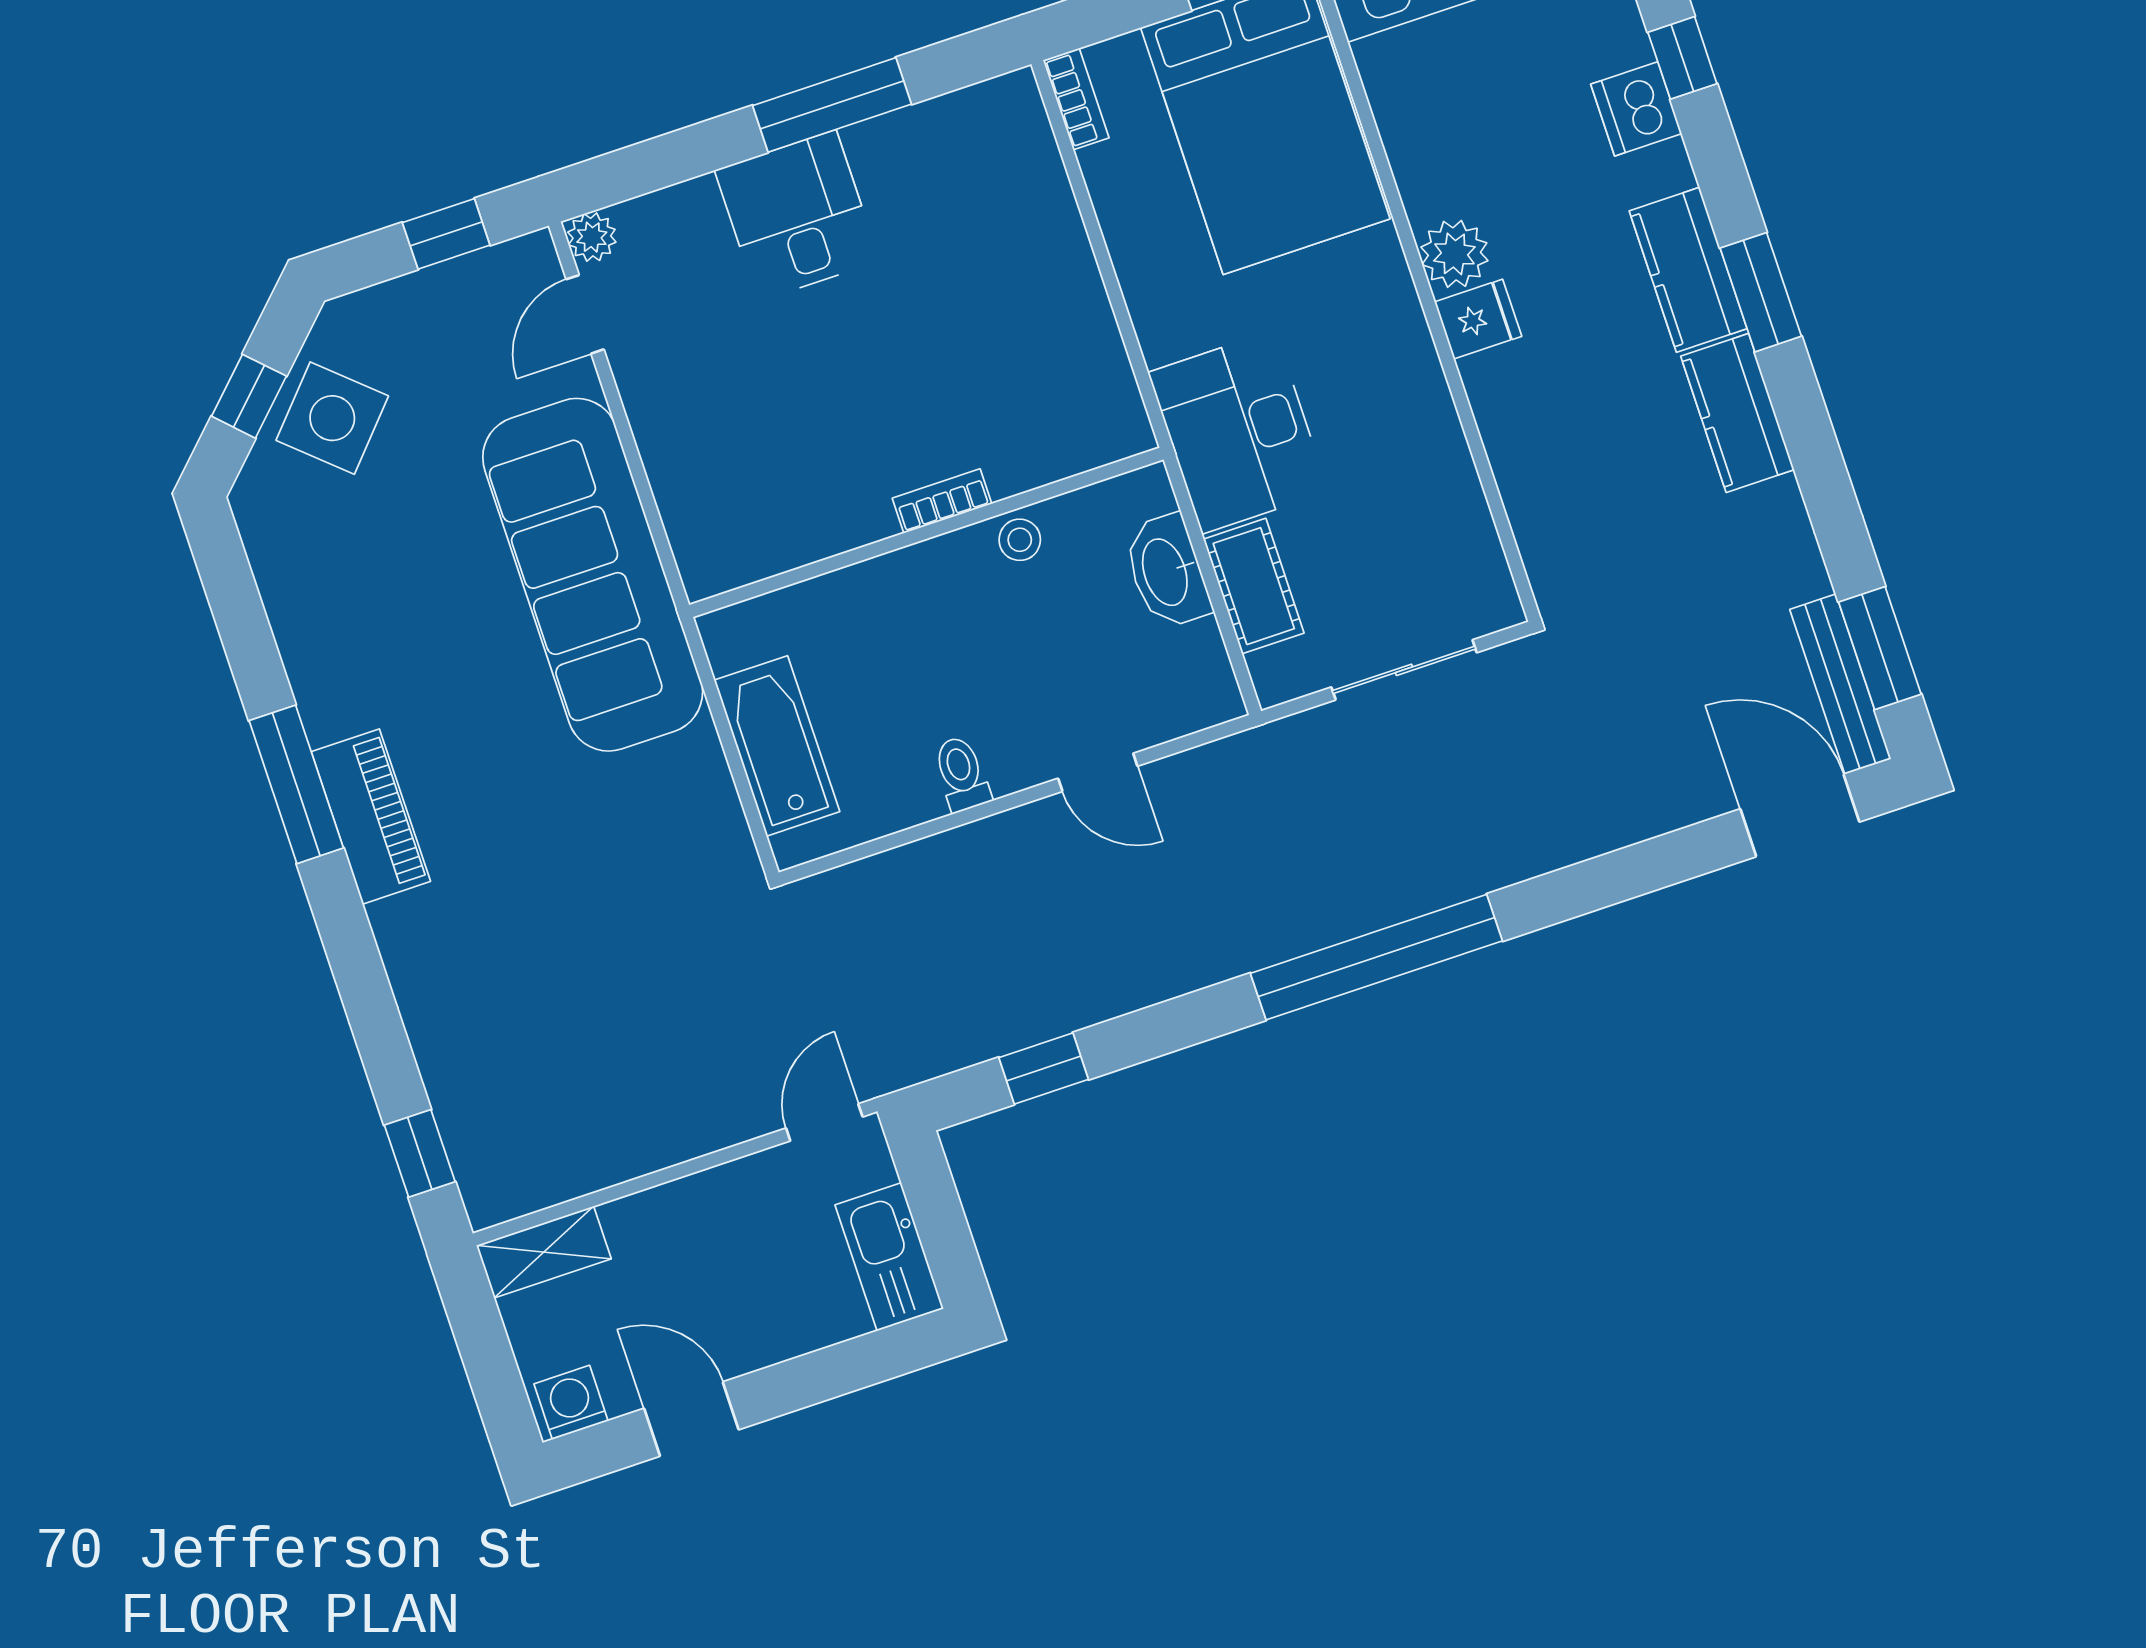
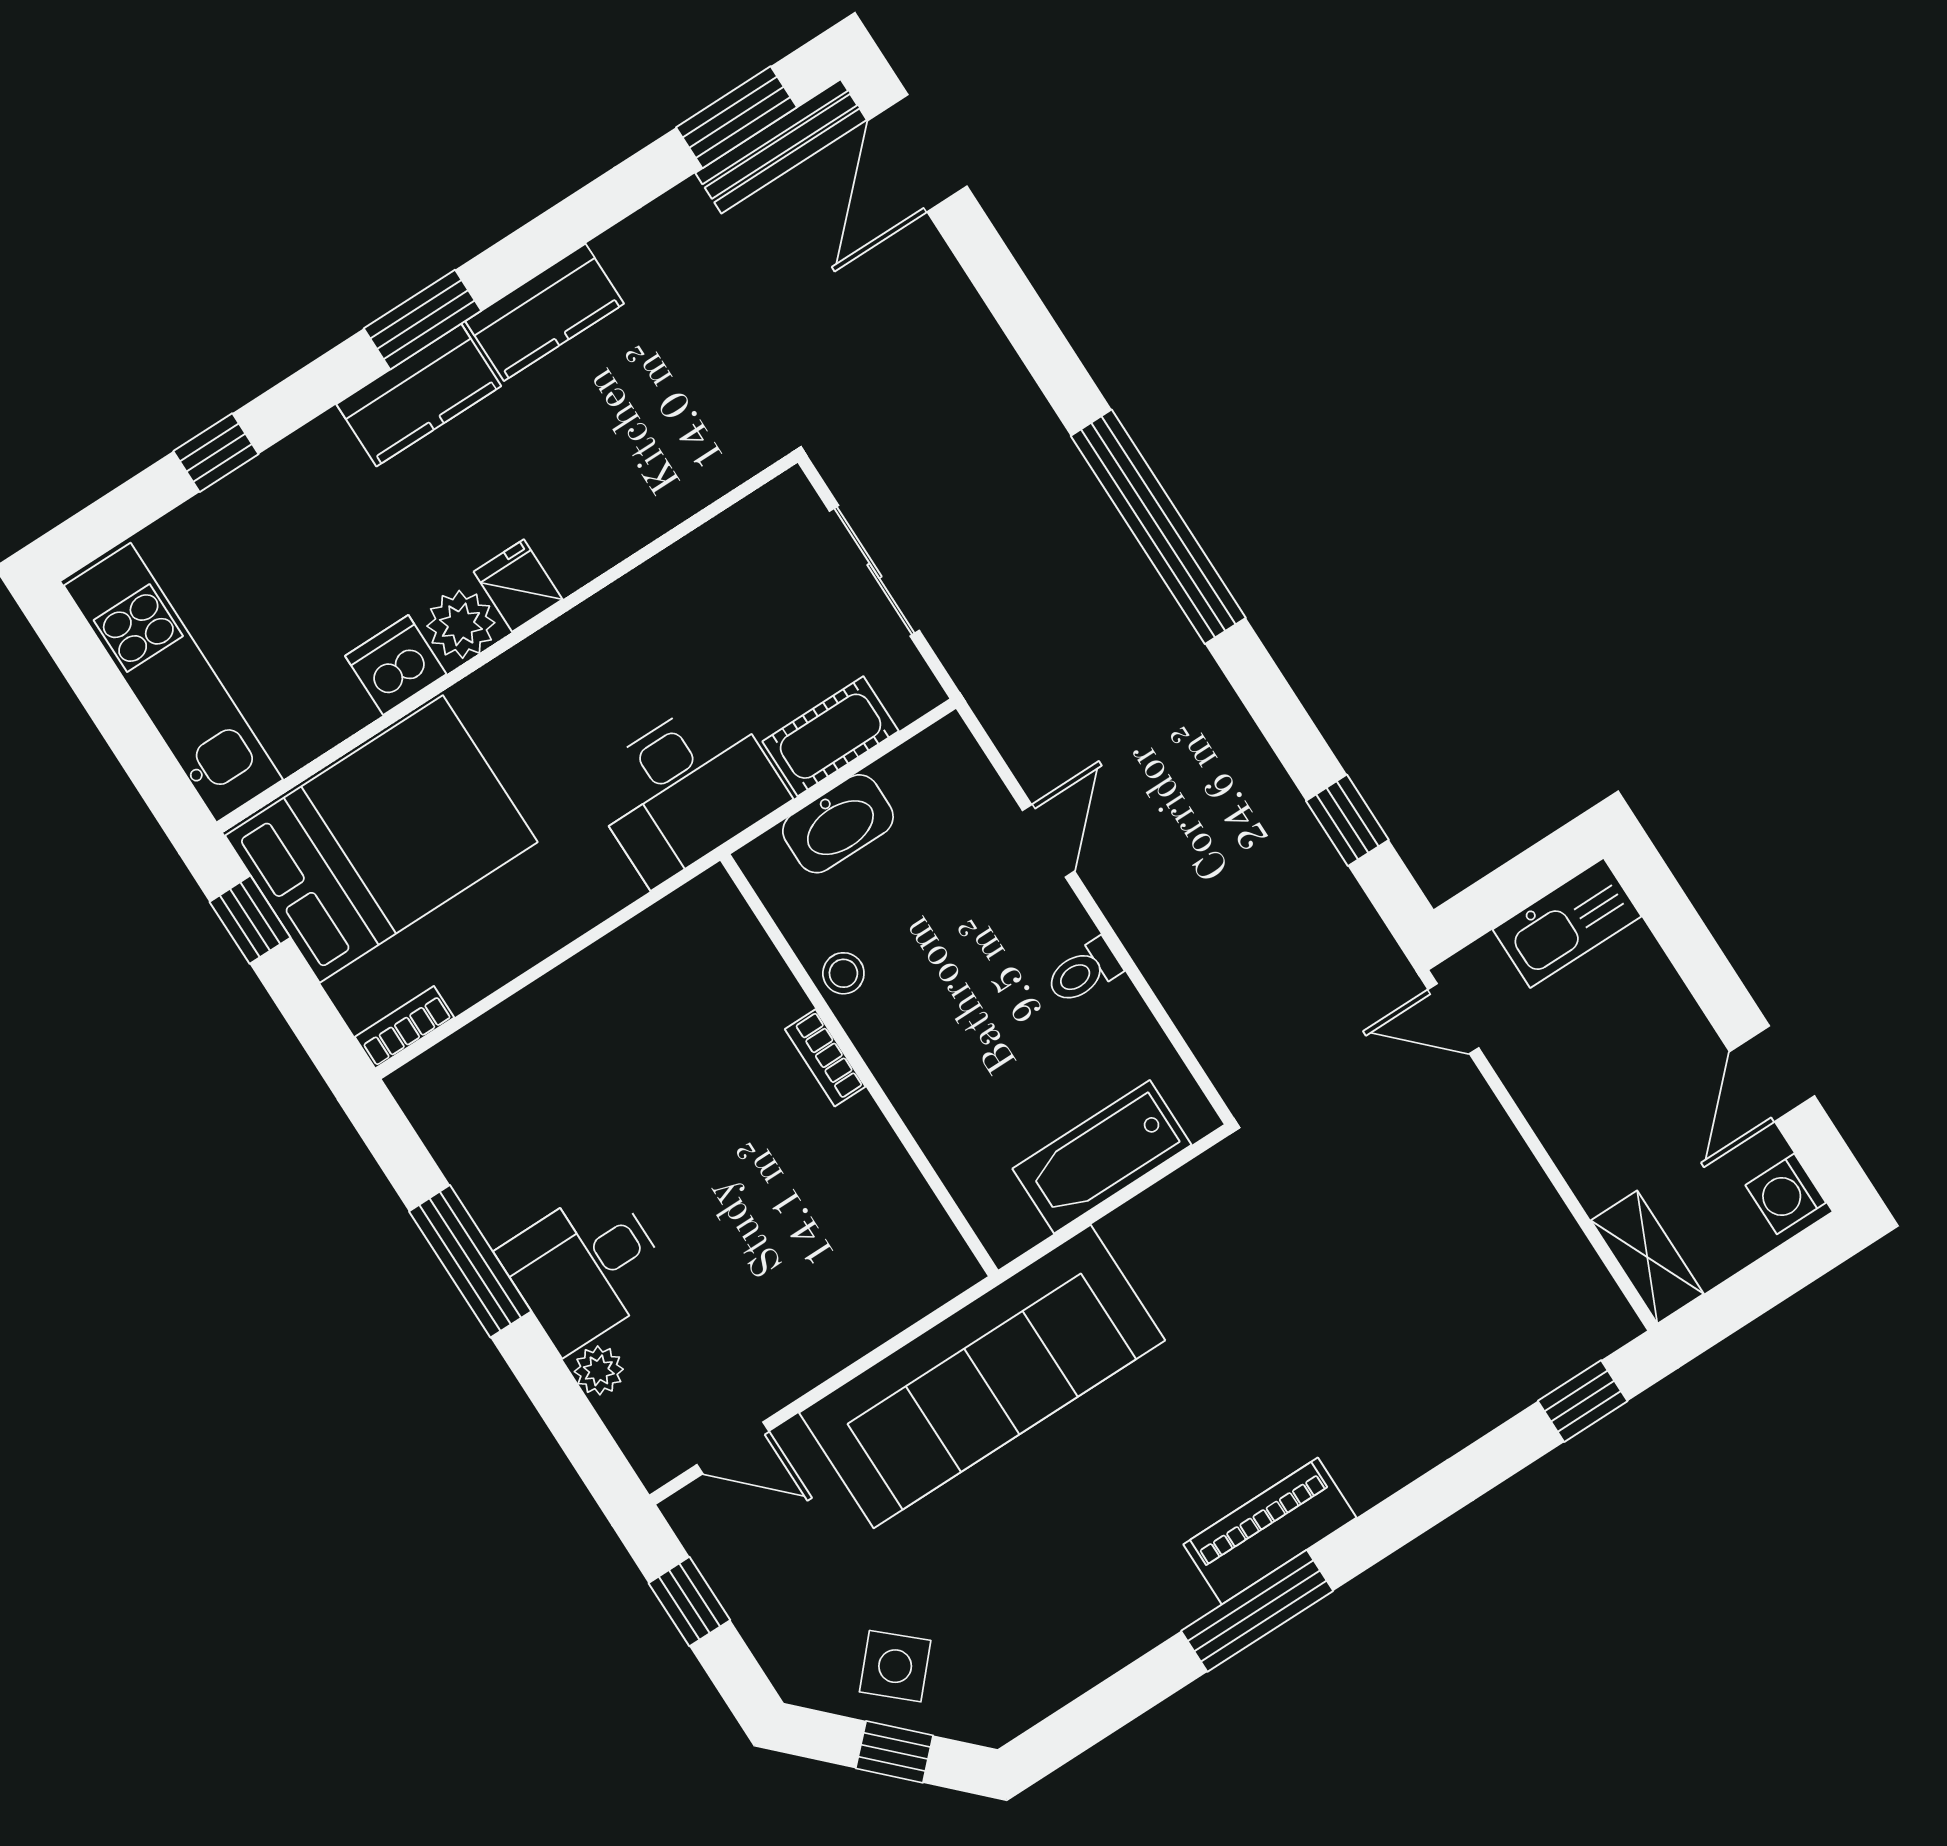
dishwasher: (1636, 109) -> (396, 665), moved, turned 180
plant: (592, 237) -> (599, 1370), moved
side table: (332, 418) -> (895, 1666), width x0.73, depth x0.73

